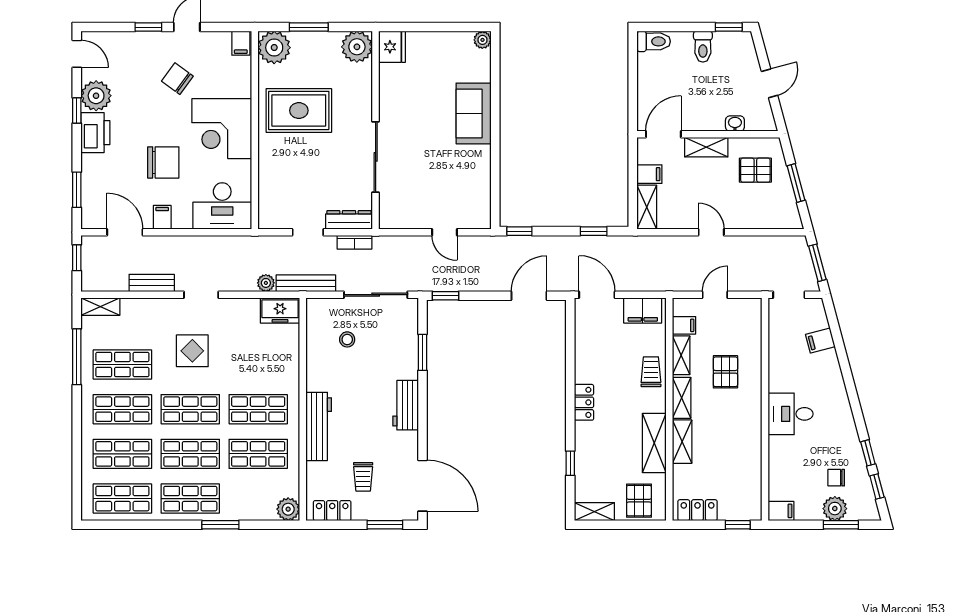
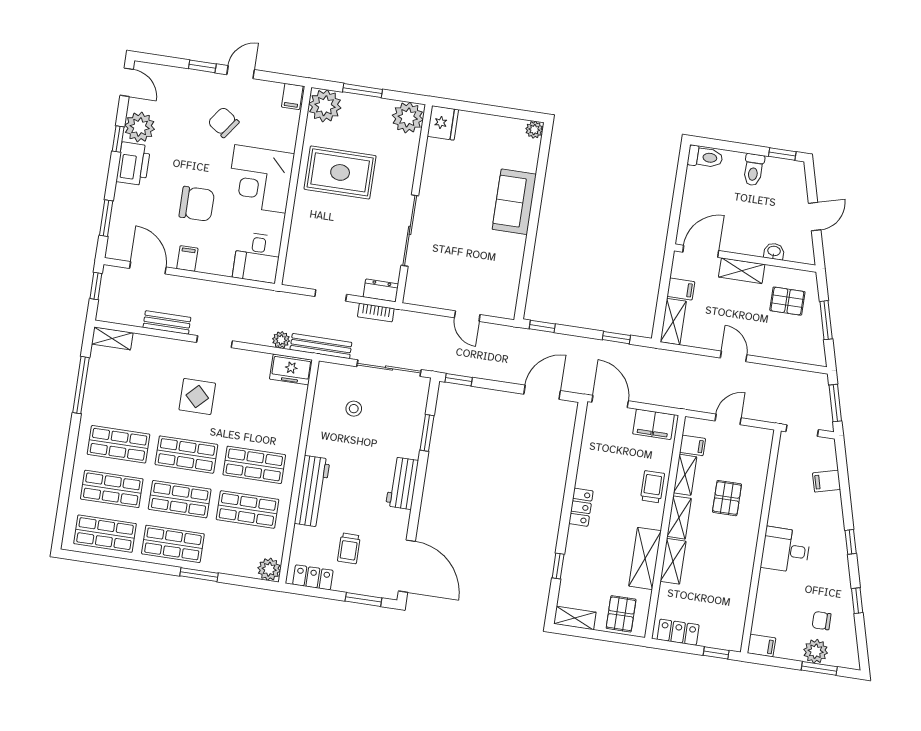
desk: (222, 206) -> (257, 257), width x0.73
dresser: (349, 220) -> (381, 290), width x0.70
shop shelf: (122, 364) -> (125, 400), removed
window: (877, 487) -> (851, 542), moved

